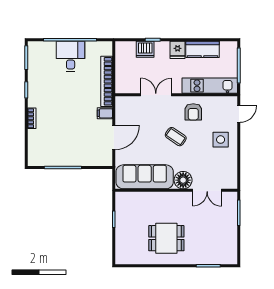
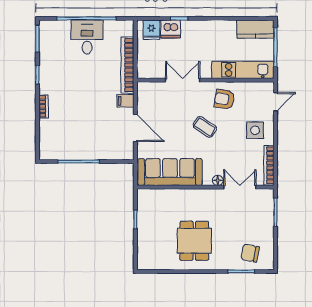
kitchen counter: (202, 49) -> (255, 29), moved
fridge: (178, 50) -> (151, 30), moved
armchair: (193, 112) -> (224, 99), turned 99
door: (114, 137) -> (135, 128), hinge flipped
bookcase: (233, 171) -> (269, 165), added
floor lamp: (183, 180) -> (218, 180), width x0.53, depth x0.53
double door: (207, 190) -> (240, 187), swing flipped
dining table: (166, 238) -> (194, 241), turned 90
chair: (216, 249) -> (250, 253), added

